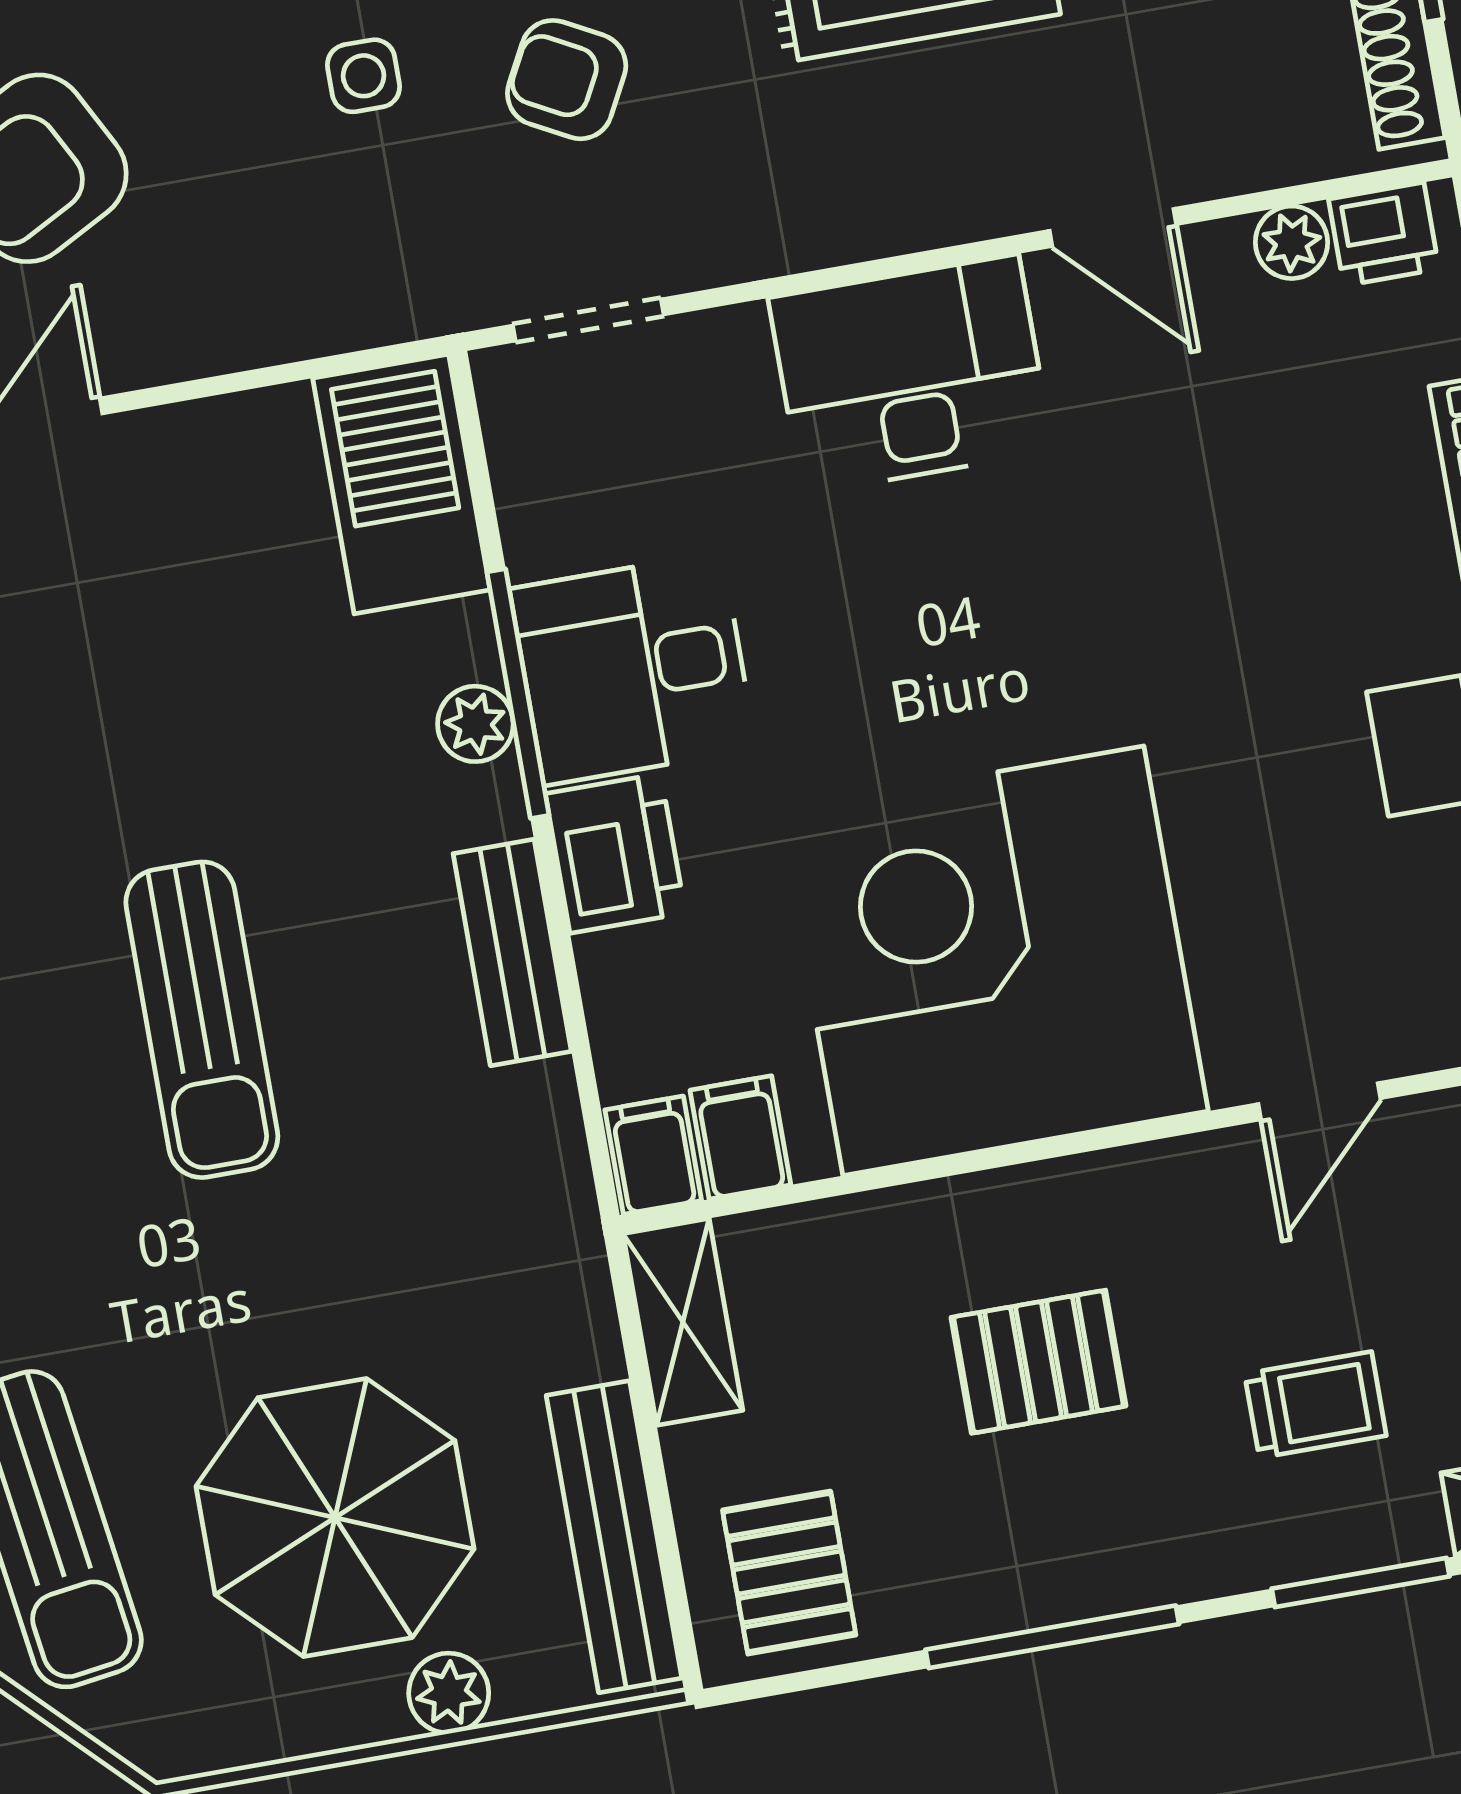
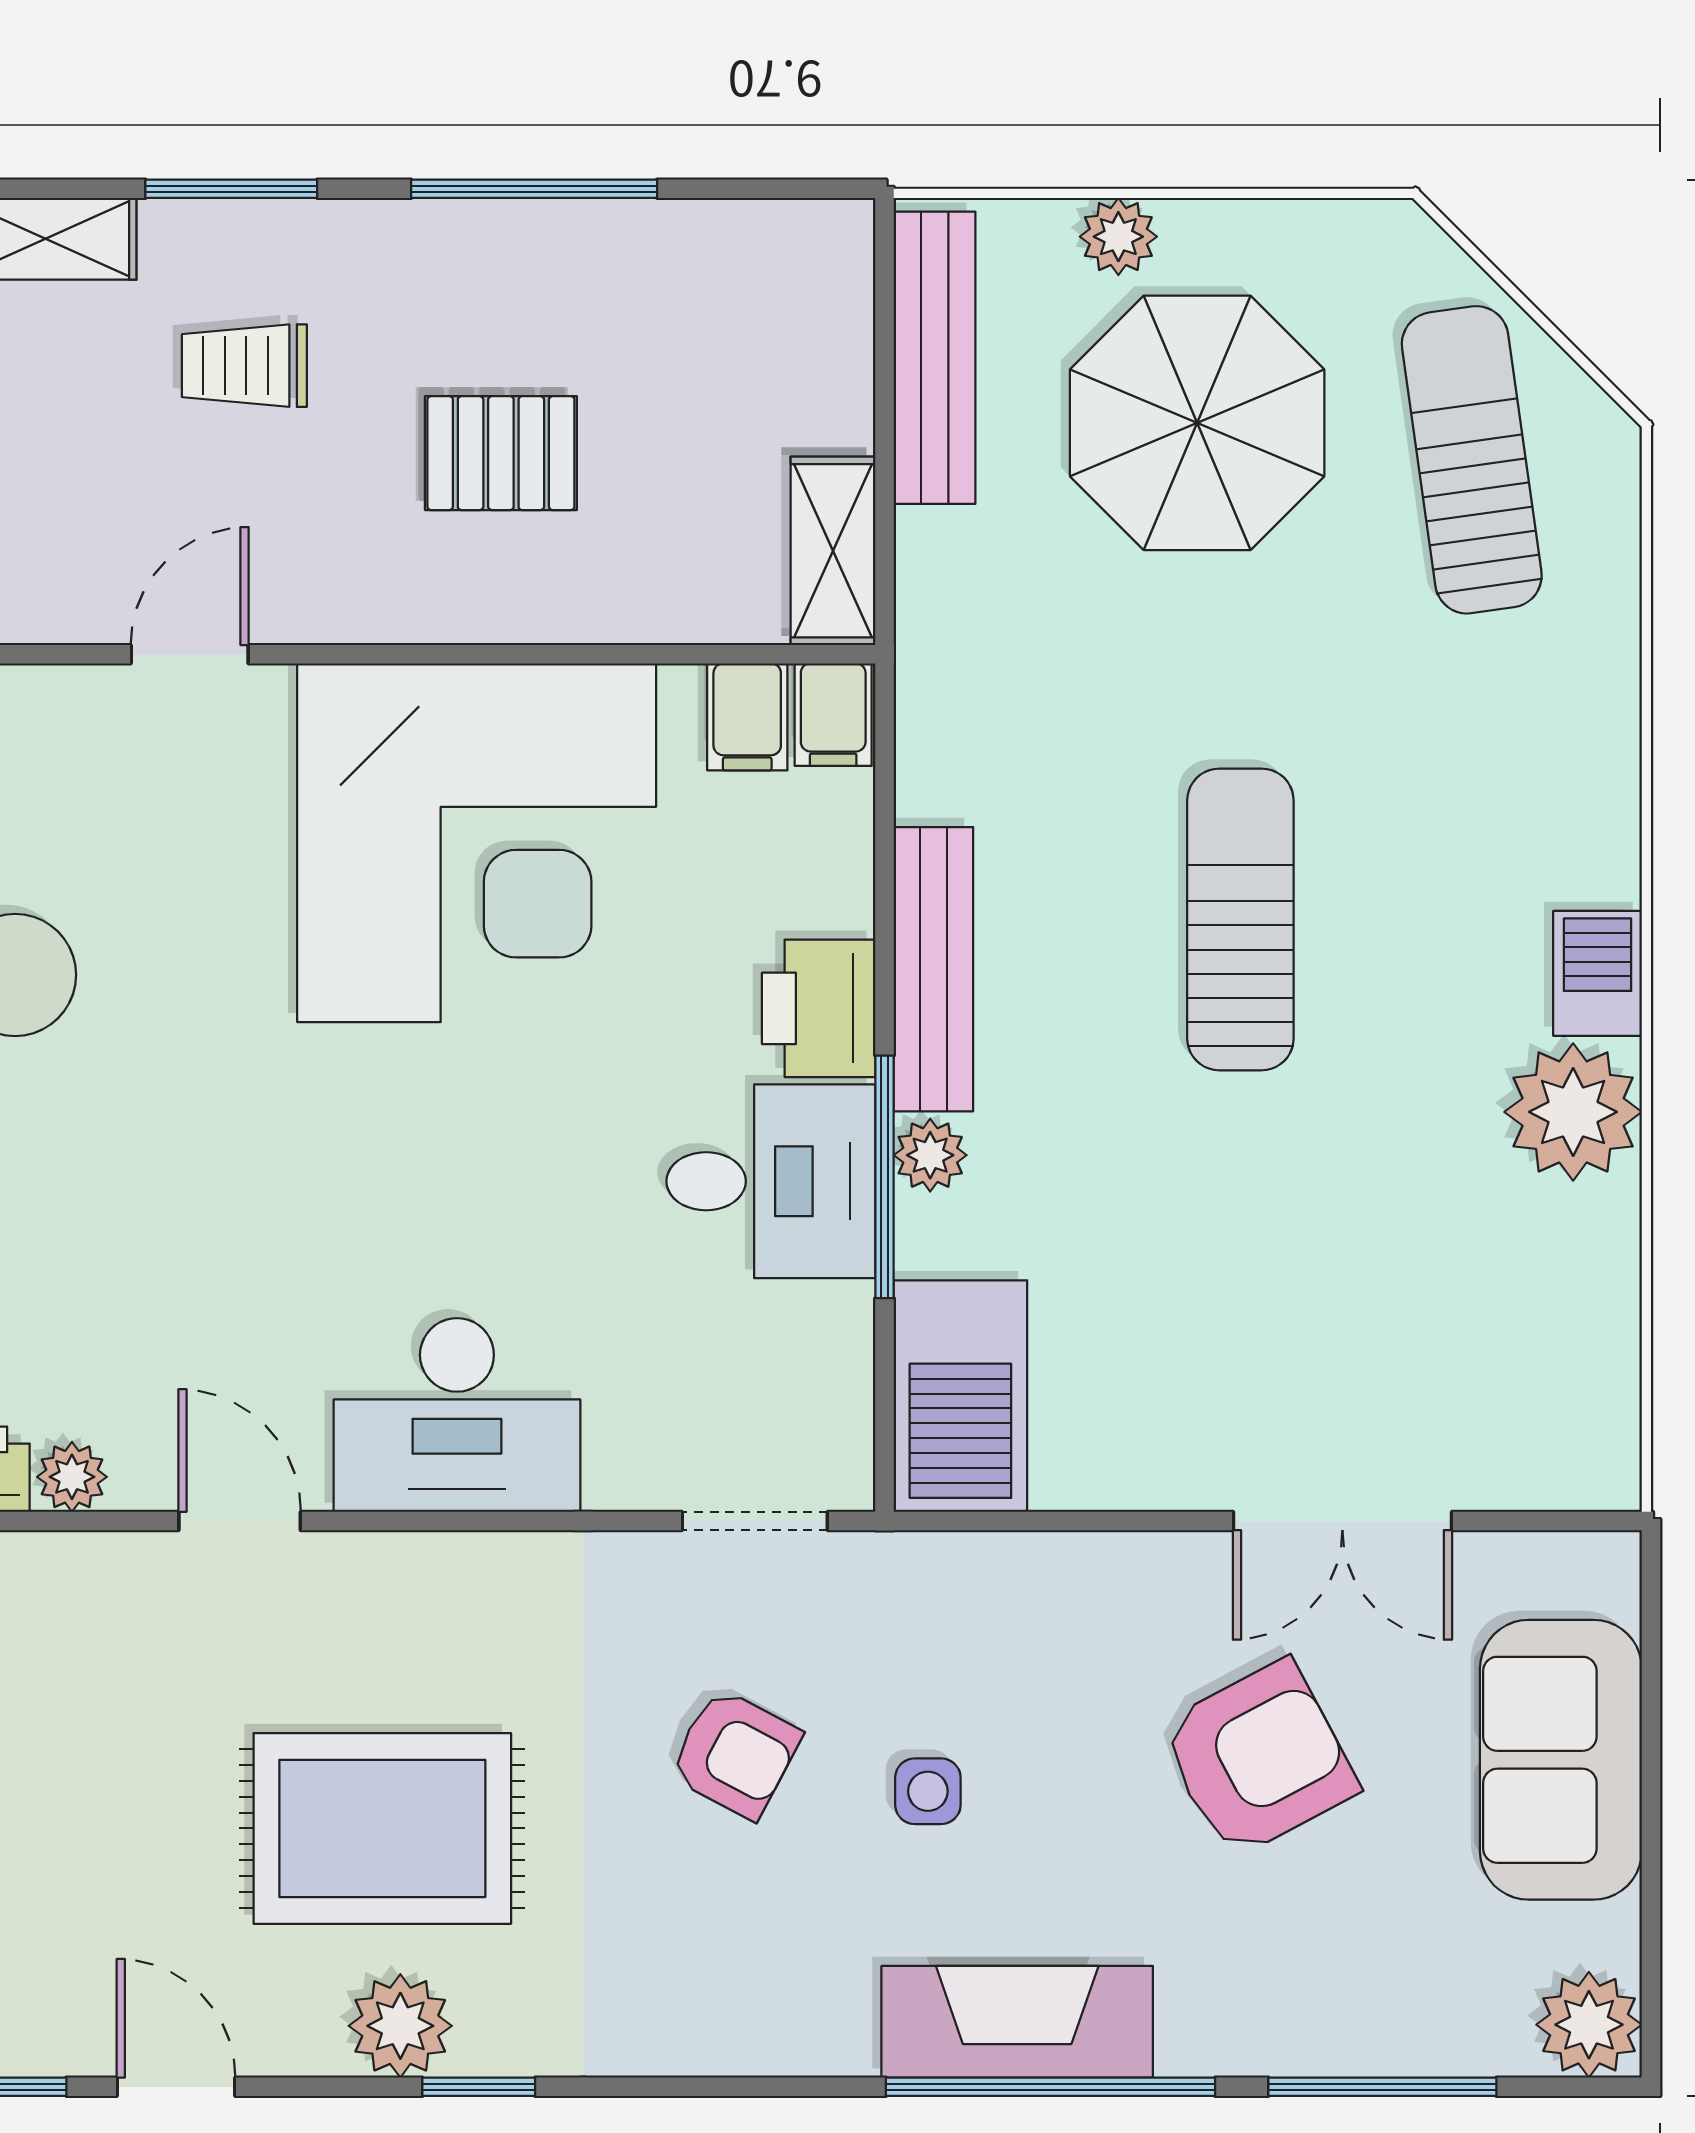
bench: (512, 953) -> (933, 969), width x1.36
pallet: (789, 1573) -> (774, 294), removed

